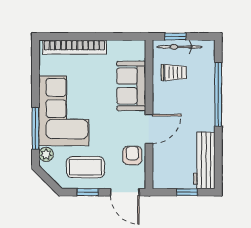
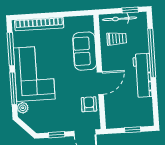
window: (175, 36) -> (130, 10), moved
window: (36, 77) -> (11, 49), added
workbench: (204, 160) -> (142, 75), moved
coffee table: (85, 167) -> (54, 116), removed

